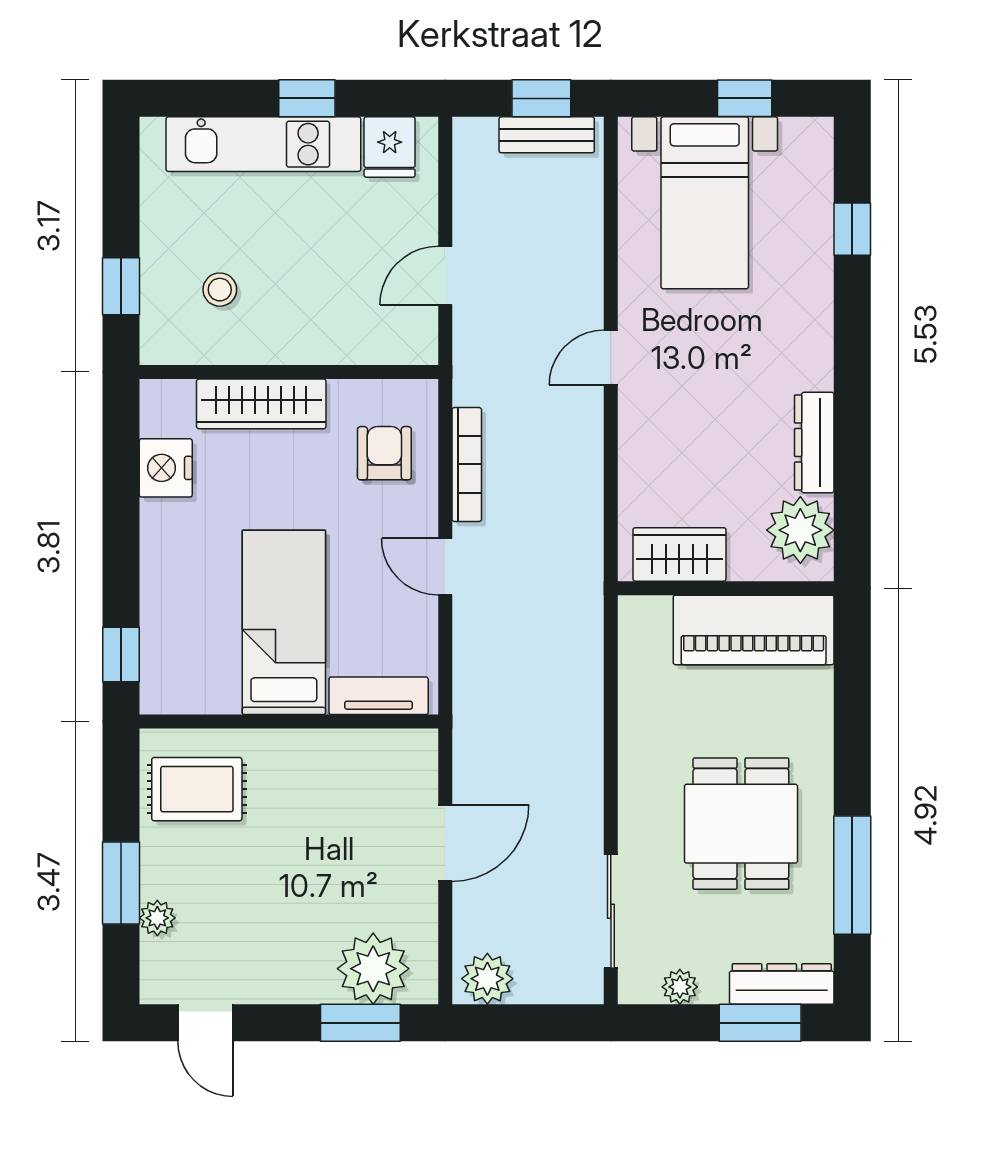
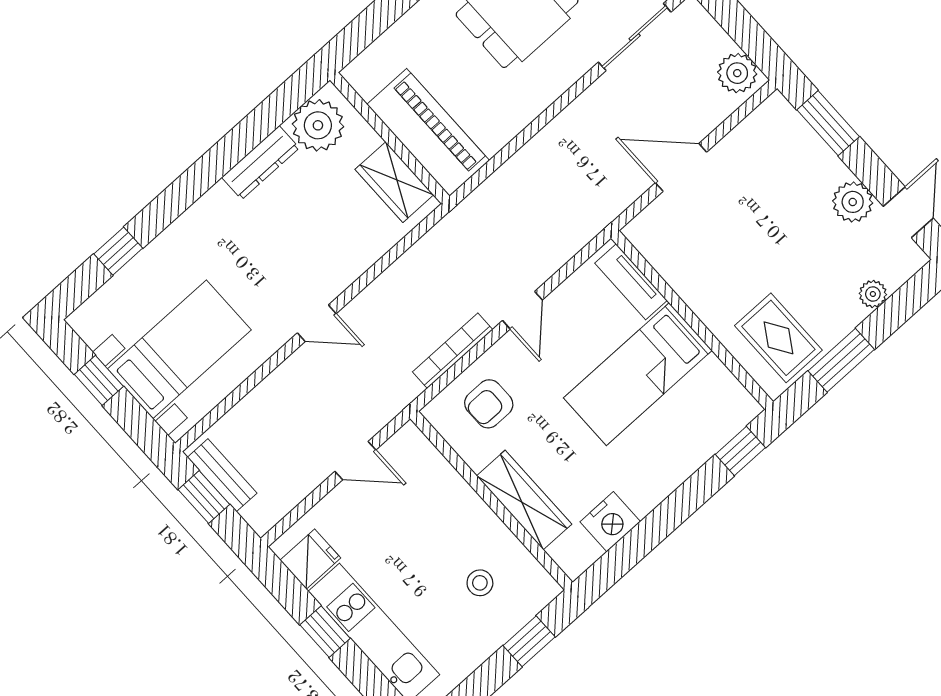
piano: (754, 630) -> (428, 132), moved
window: (121, 883) -> (841, 360), moved
plant: (373, 969) -> (853, 202), moved, width x0.73, depth x0.73

